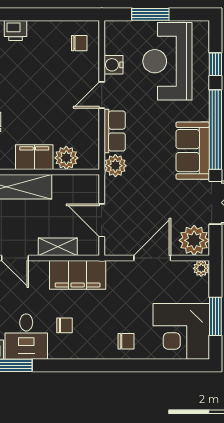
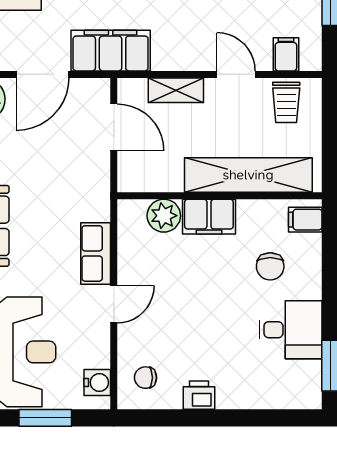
printer: (15, 31) -> (199, 395), moved
water cooler: (113, 65) -> (97, 382), moved
plant: (115, 166) -> (95, 205), removed
filing cabinet: (78, 275) -> (111, 51), moved

